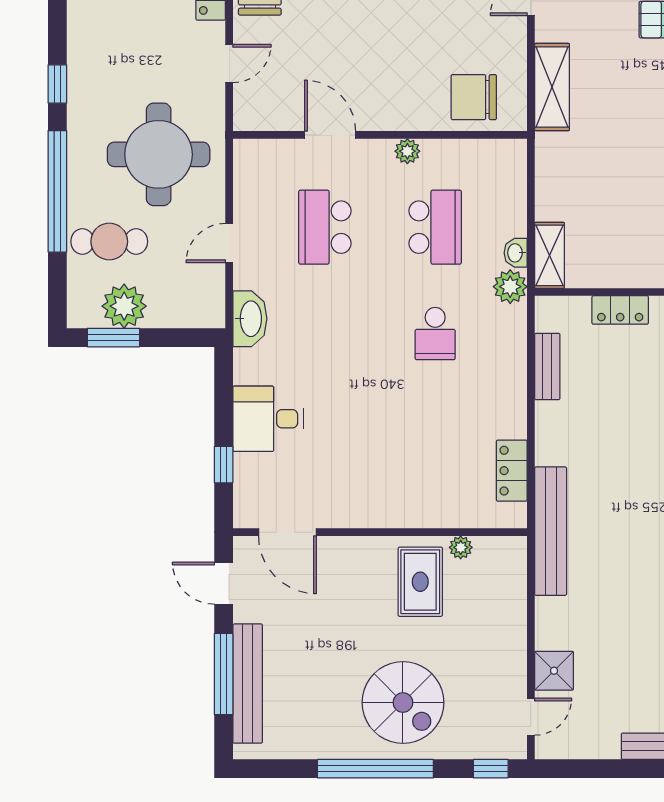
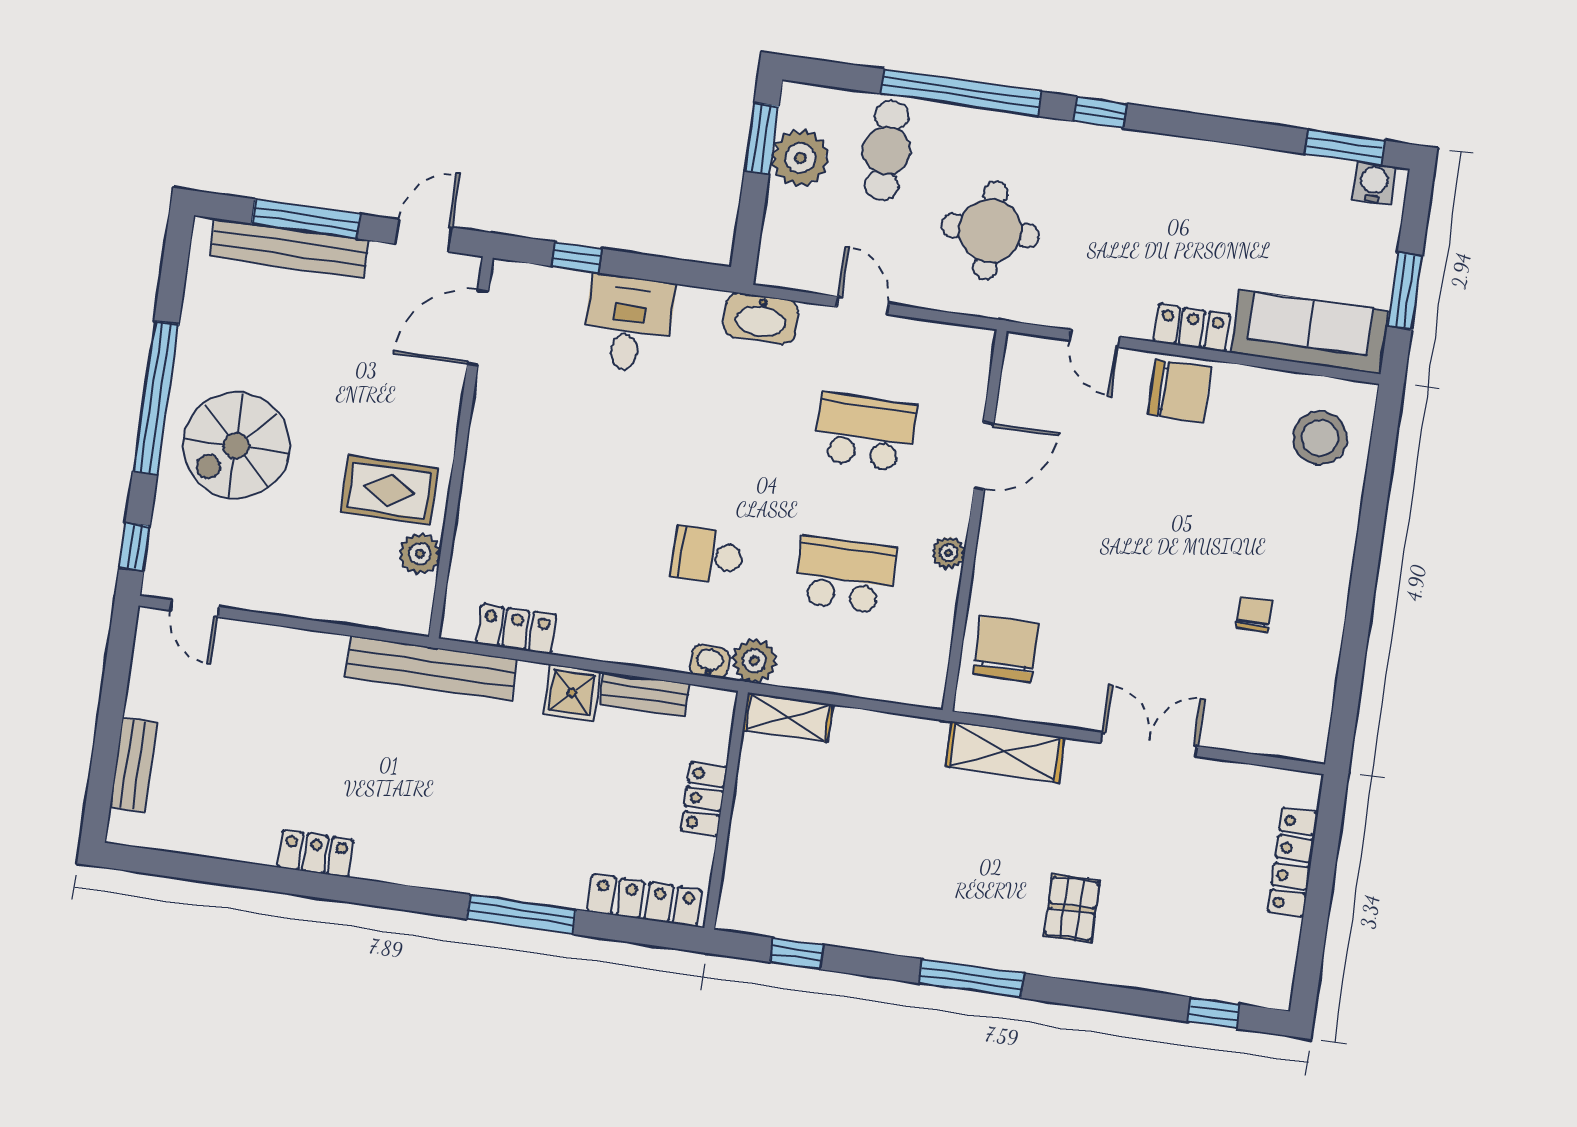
round table: (159, 154) -> (990, 230), width x0.73, depth x0.73
school desk: (435, 227) -> (845, 575), turned 180
washbasin: (516, 253) -> (710, 662), moved
plant: (461, 547) -> (420, 554), width x1.38, depth x1.38
shower: (554, 671) -> (572, 693), moved

